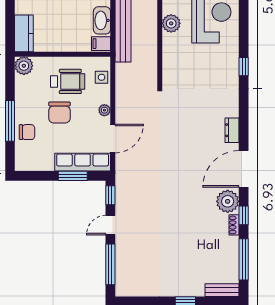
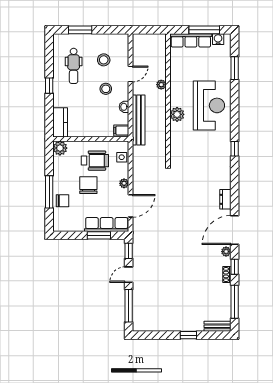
washbasin: (102, 20) -> (124, 107), width x0.52, depth x0.69
chair: (59, 112) -> (88, 185), turned 180
plant: (228, 201) -> (226, 252), width x0.53, depth x0.53

